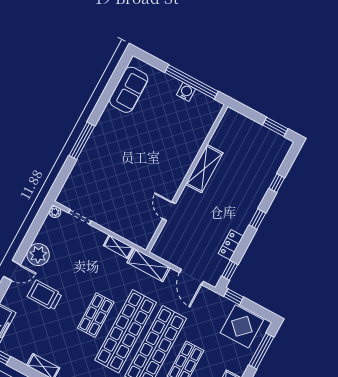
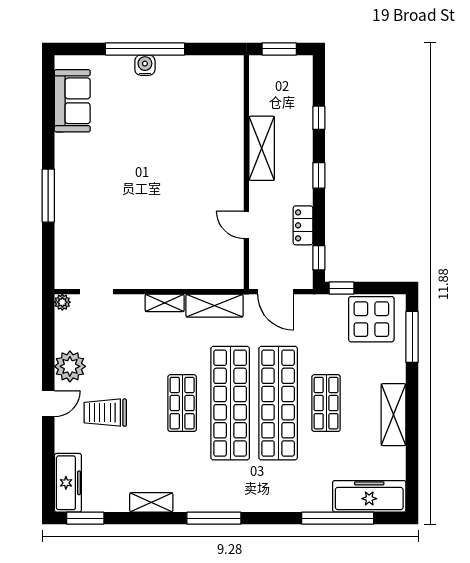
shelving: (204, 169) -> (262, 148), moved
wall: (187, 178) -> (246, 172), moved
door: (169, 211) -> (246, 225), moved

